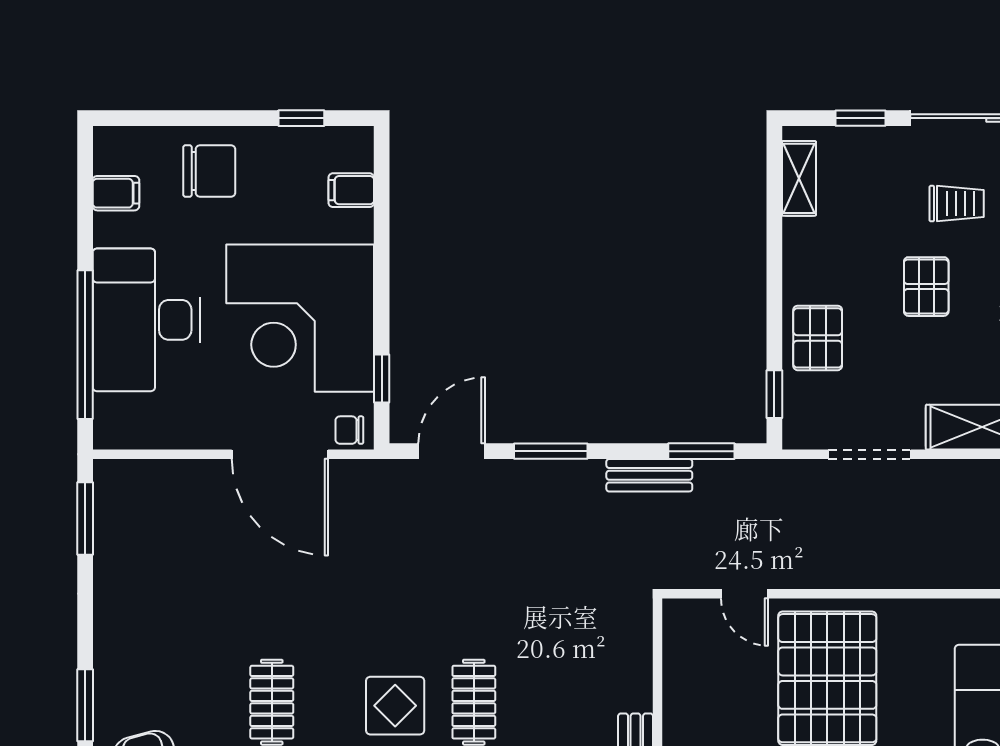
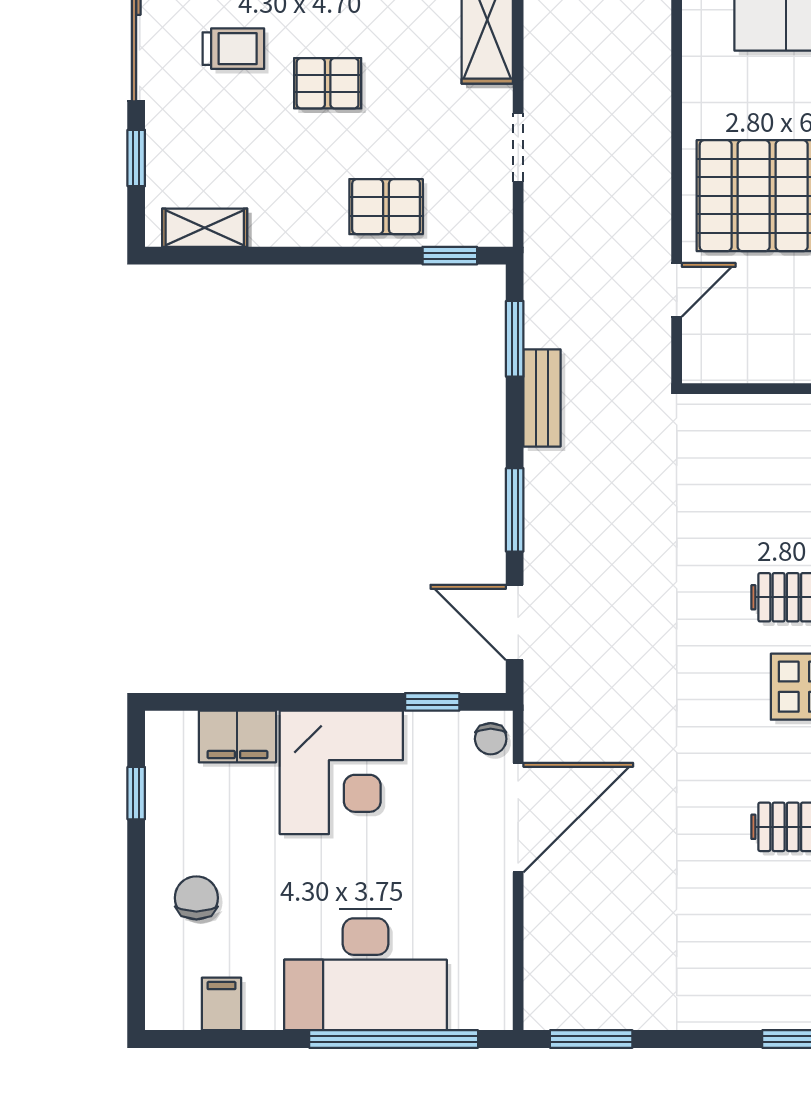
chair: (209, 171) -> (196, 898), width x0.73, depth x0.73
filing cabinet: (351, 190) -> (237, 736), width x2.00
trolley: (957, 204) -> (233, 49), turned 90
corner desk: (300, 318) -> (341, 772), width x0.74, depth x0.74
doorway: (870, 454) -> (518, 148), width x0.73

